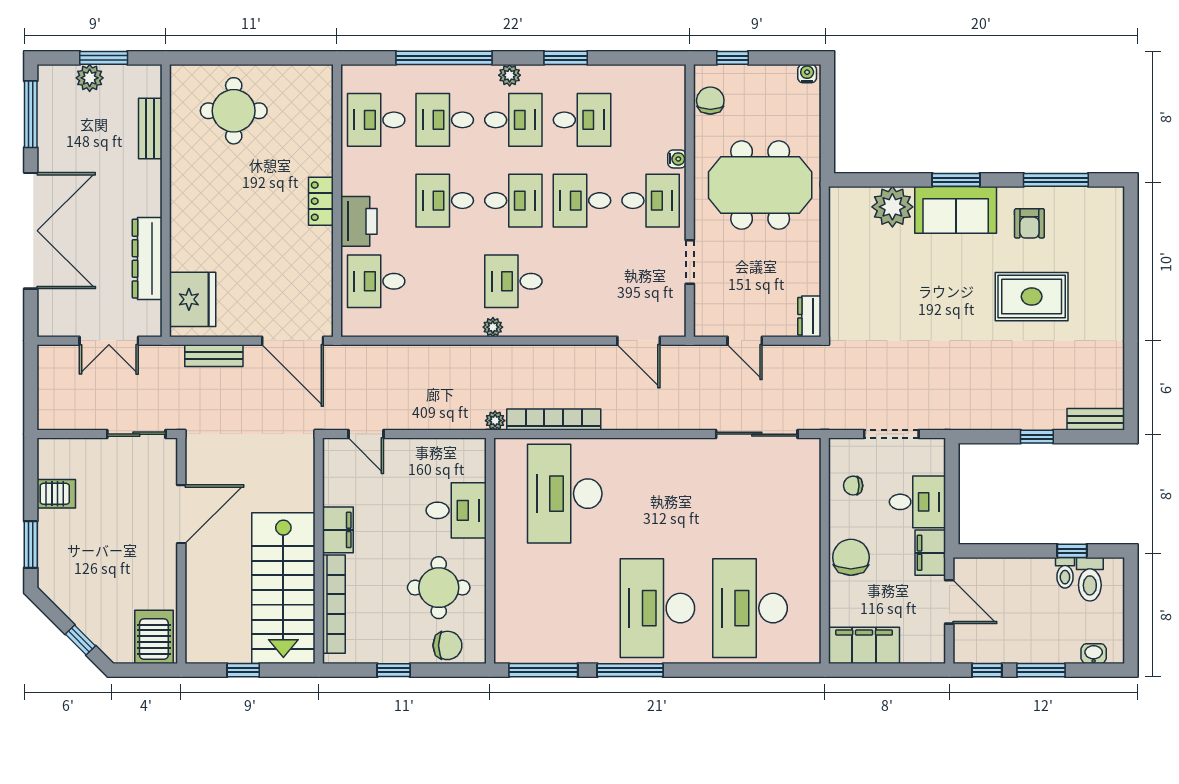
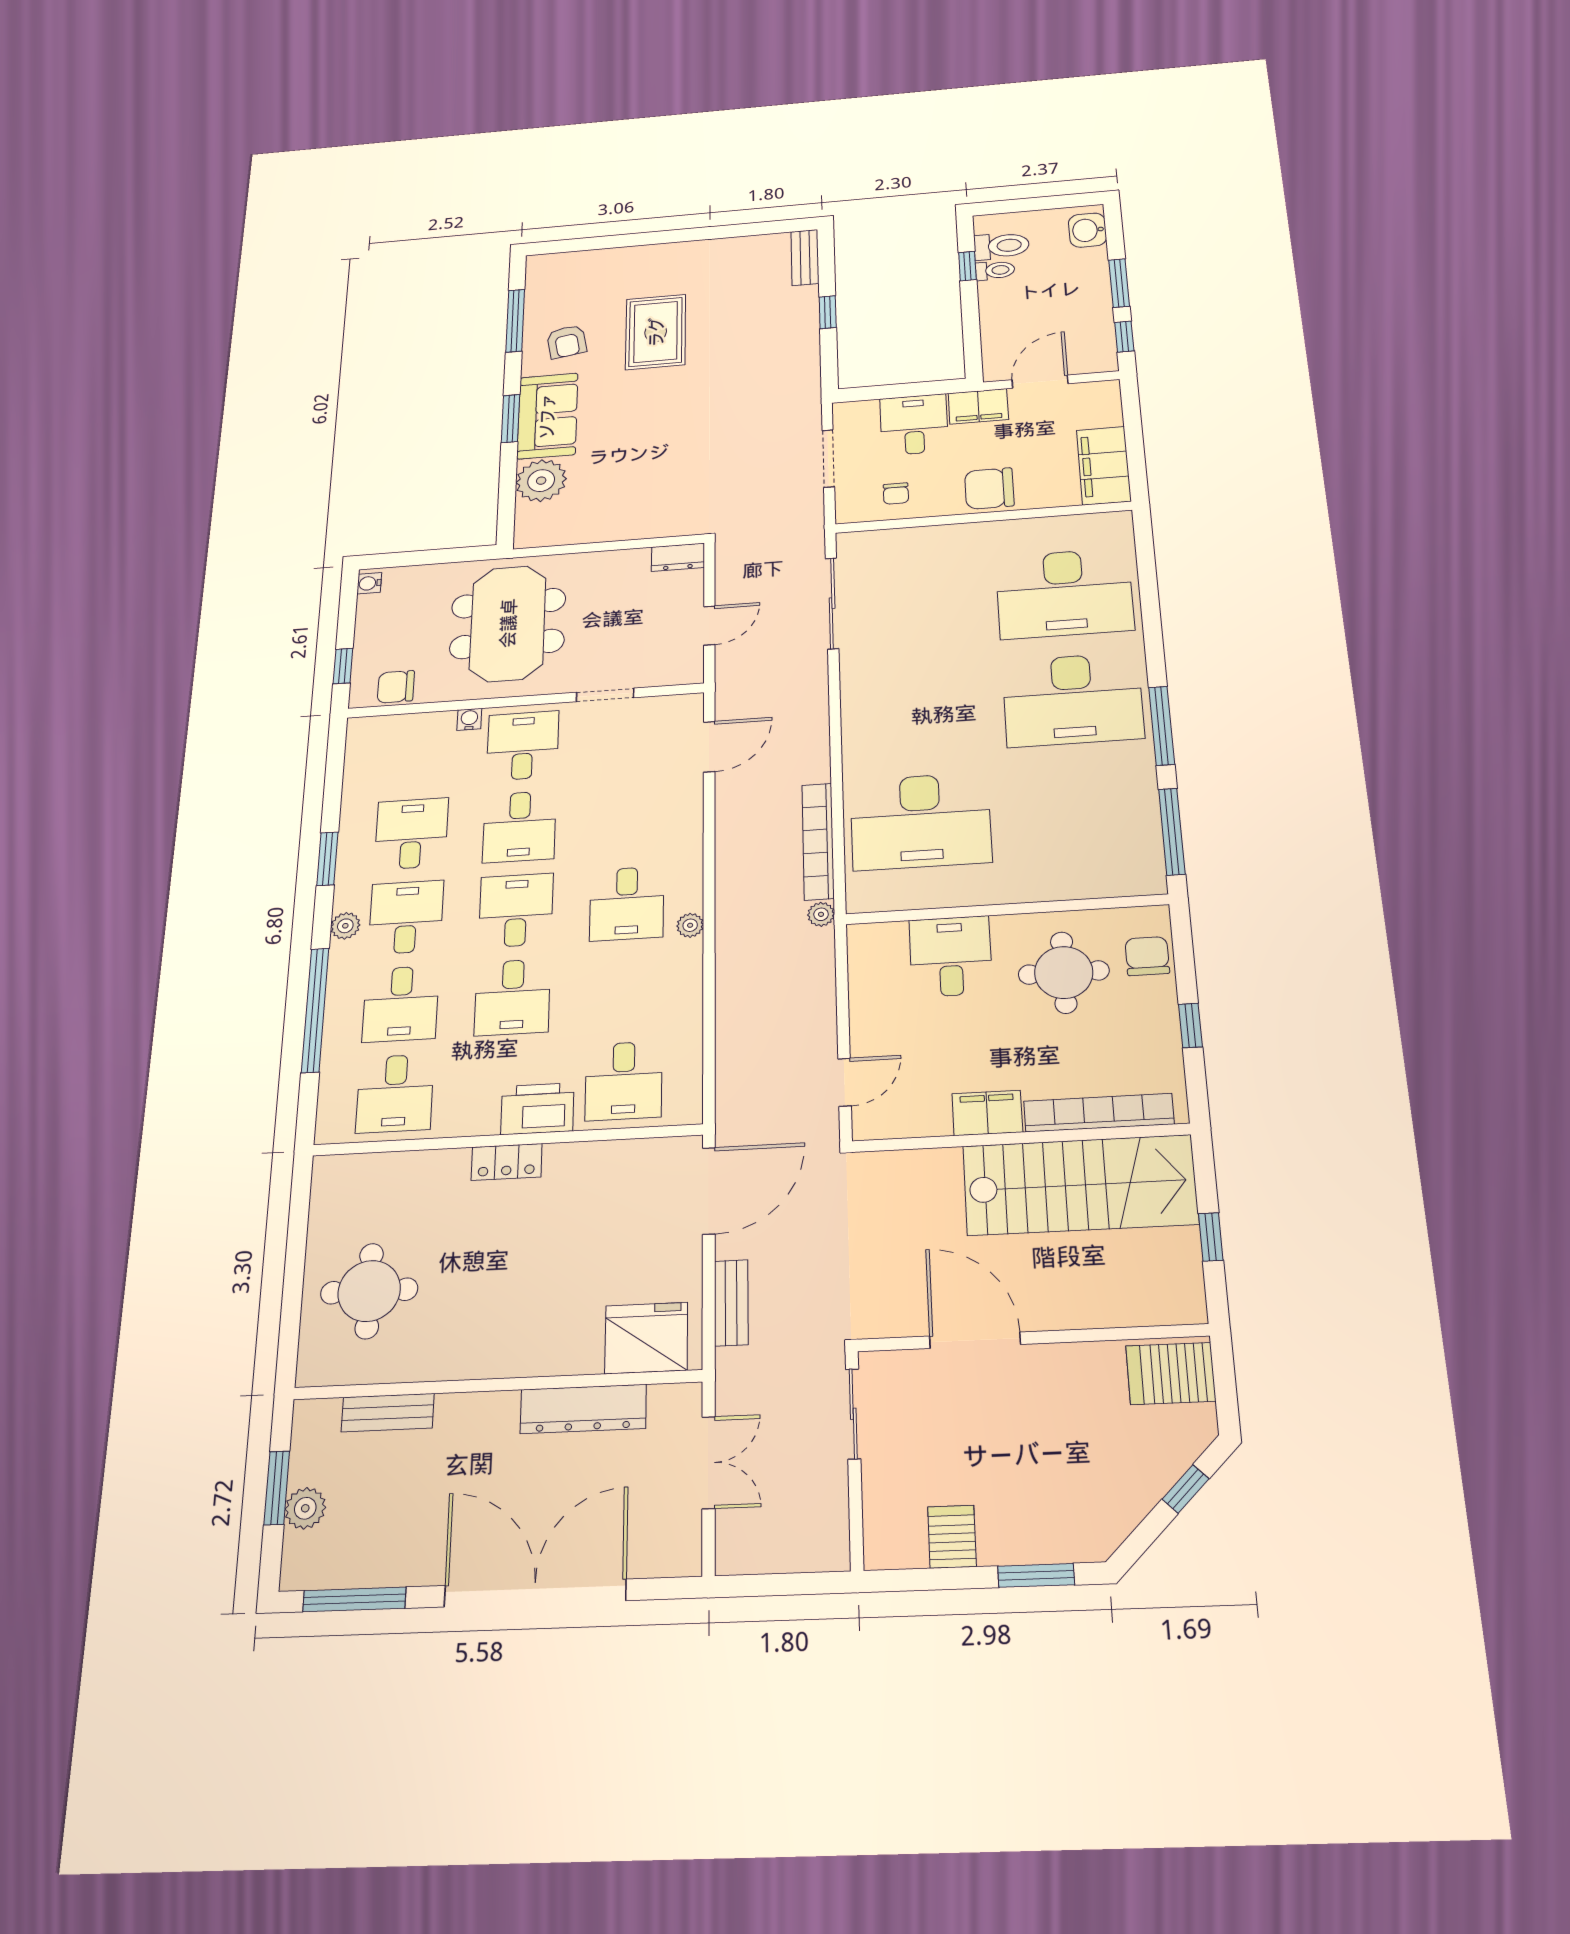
armchair: (1029, 223) -> (567, 342), turned 80
washbasin: (1094, 654) -> (1088, 230), width x1.38, depth x1.45

